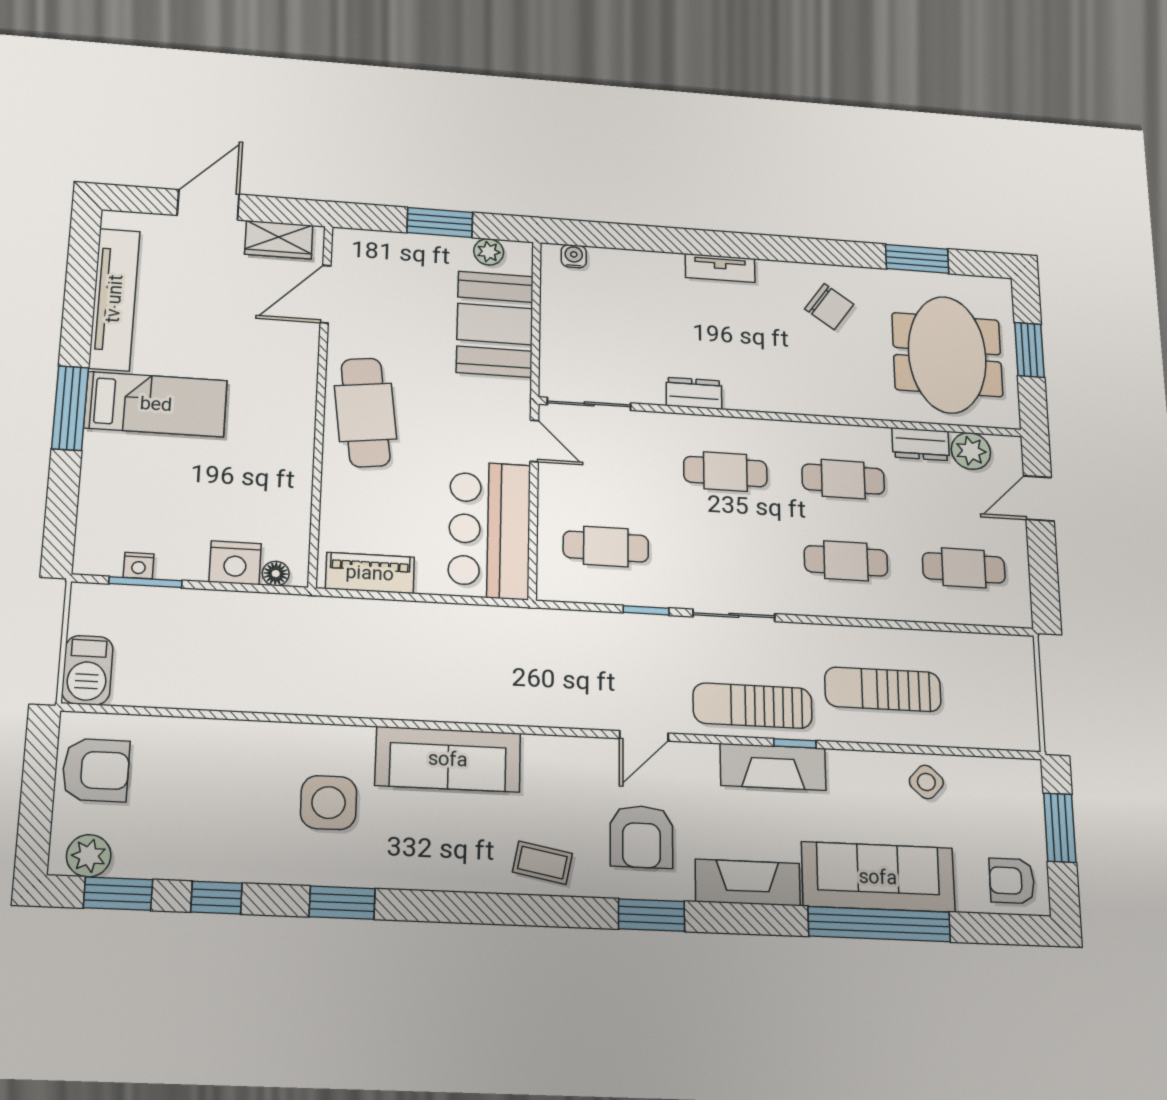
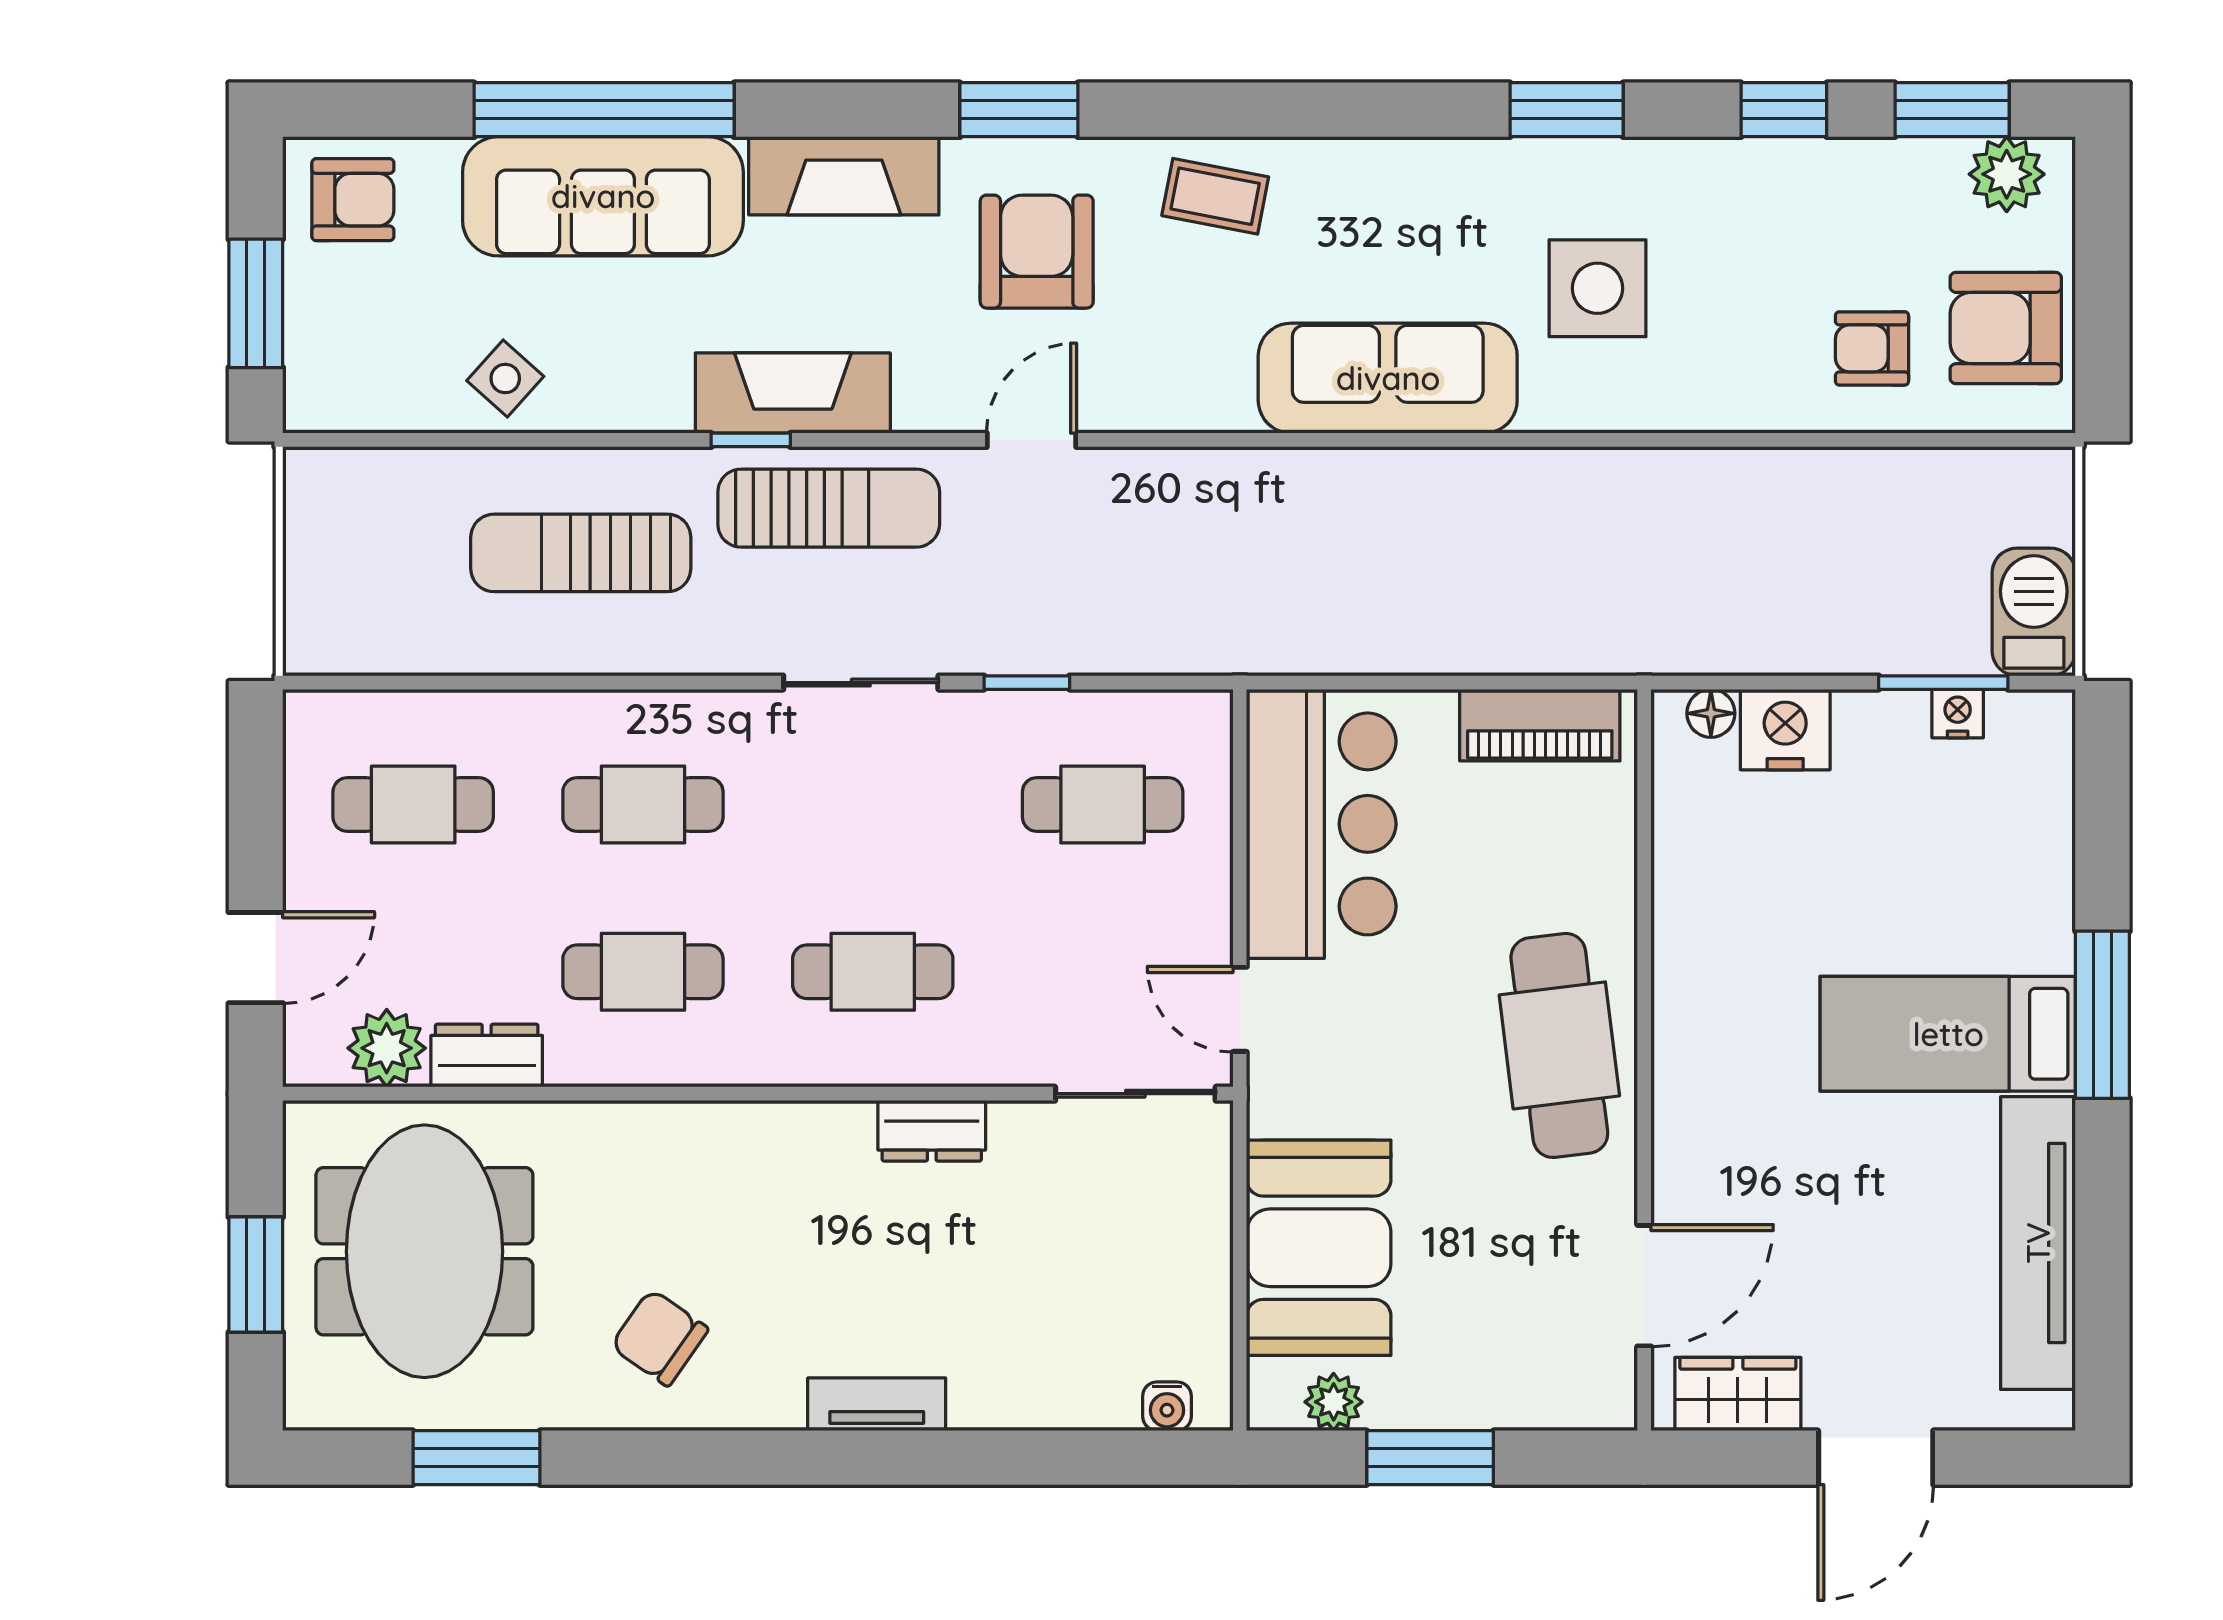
barbecue: (87, 670) -> (2034, 612), moved
sun lounger: (883, 689) -> (581, 553), turned 180
armchair: (174, 762) -> (1872, 348), added

